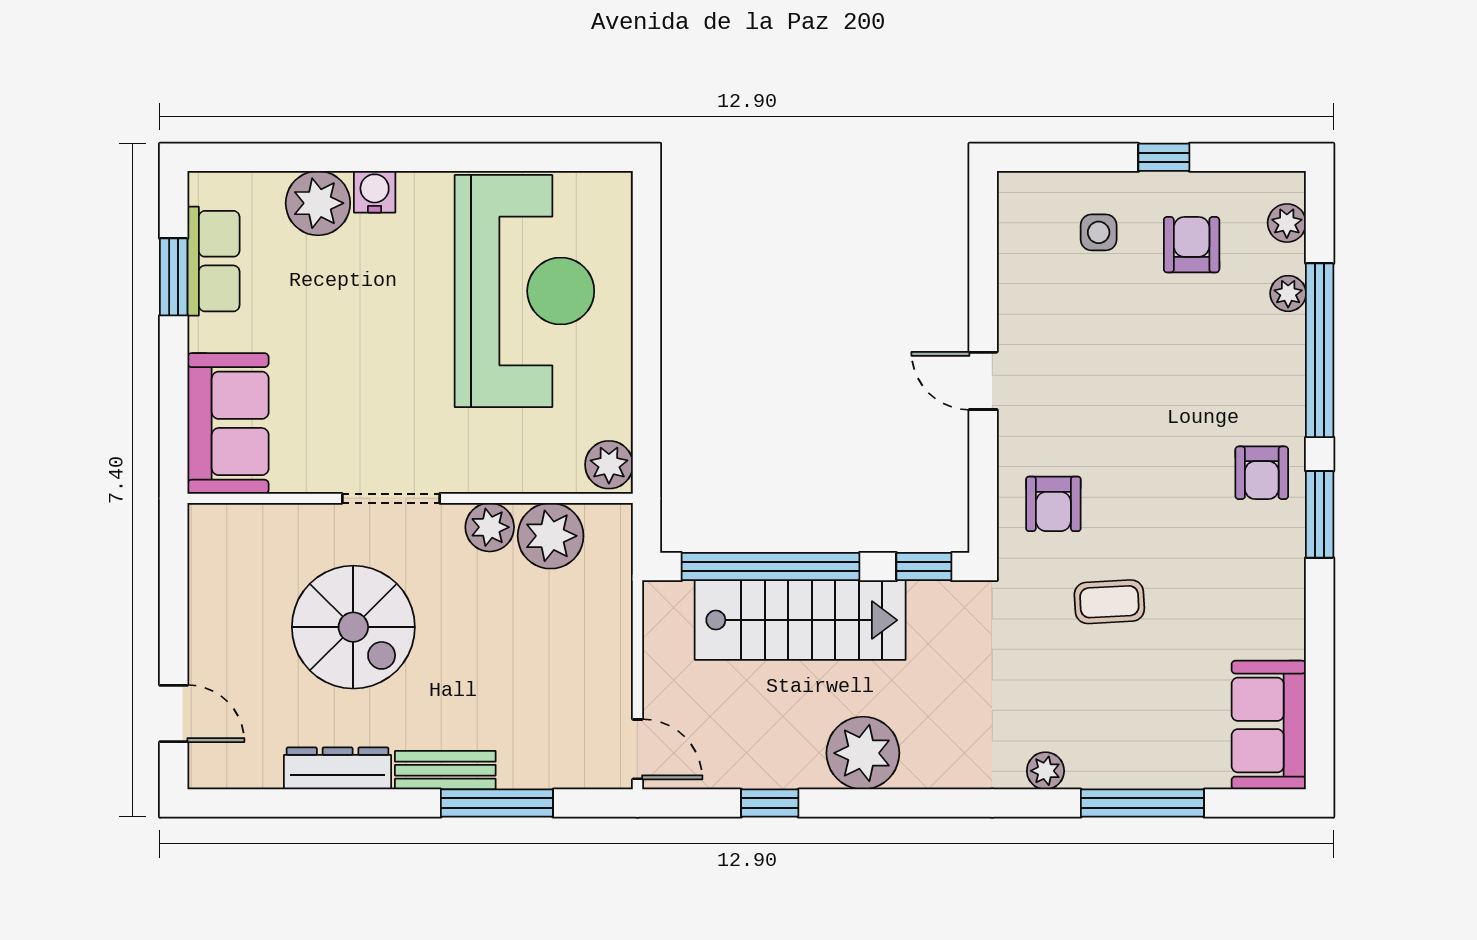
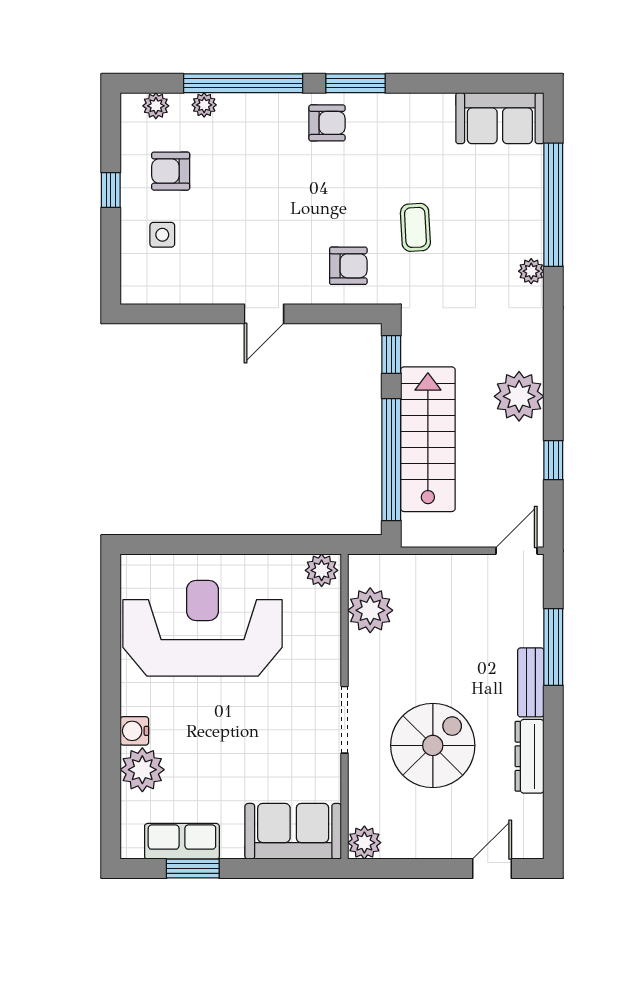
plant: (490, 527) -> (364, 843), moved
window: (1142, 803) -> (553, 205), width x1.46

